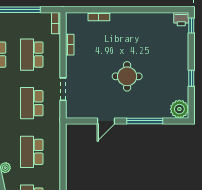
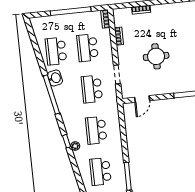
round table: (127, 76) -> (156, 56), moved
door: (106, 121) -> (142, 99), moved

